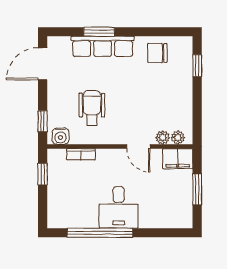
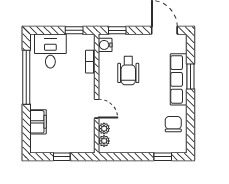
wheelchair: (92, 108) -> (128, 71), turned 90
door: (138, 147) -> (97, 109), swing flipped
filing cabinet: (178, 159) -> (38, 122), moved, turned 180
window: (197, 189) -> (62, 157), width x0.67
desk: (119, 207) -> (50, 51), moved, turned 90

